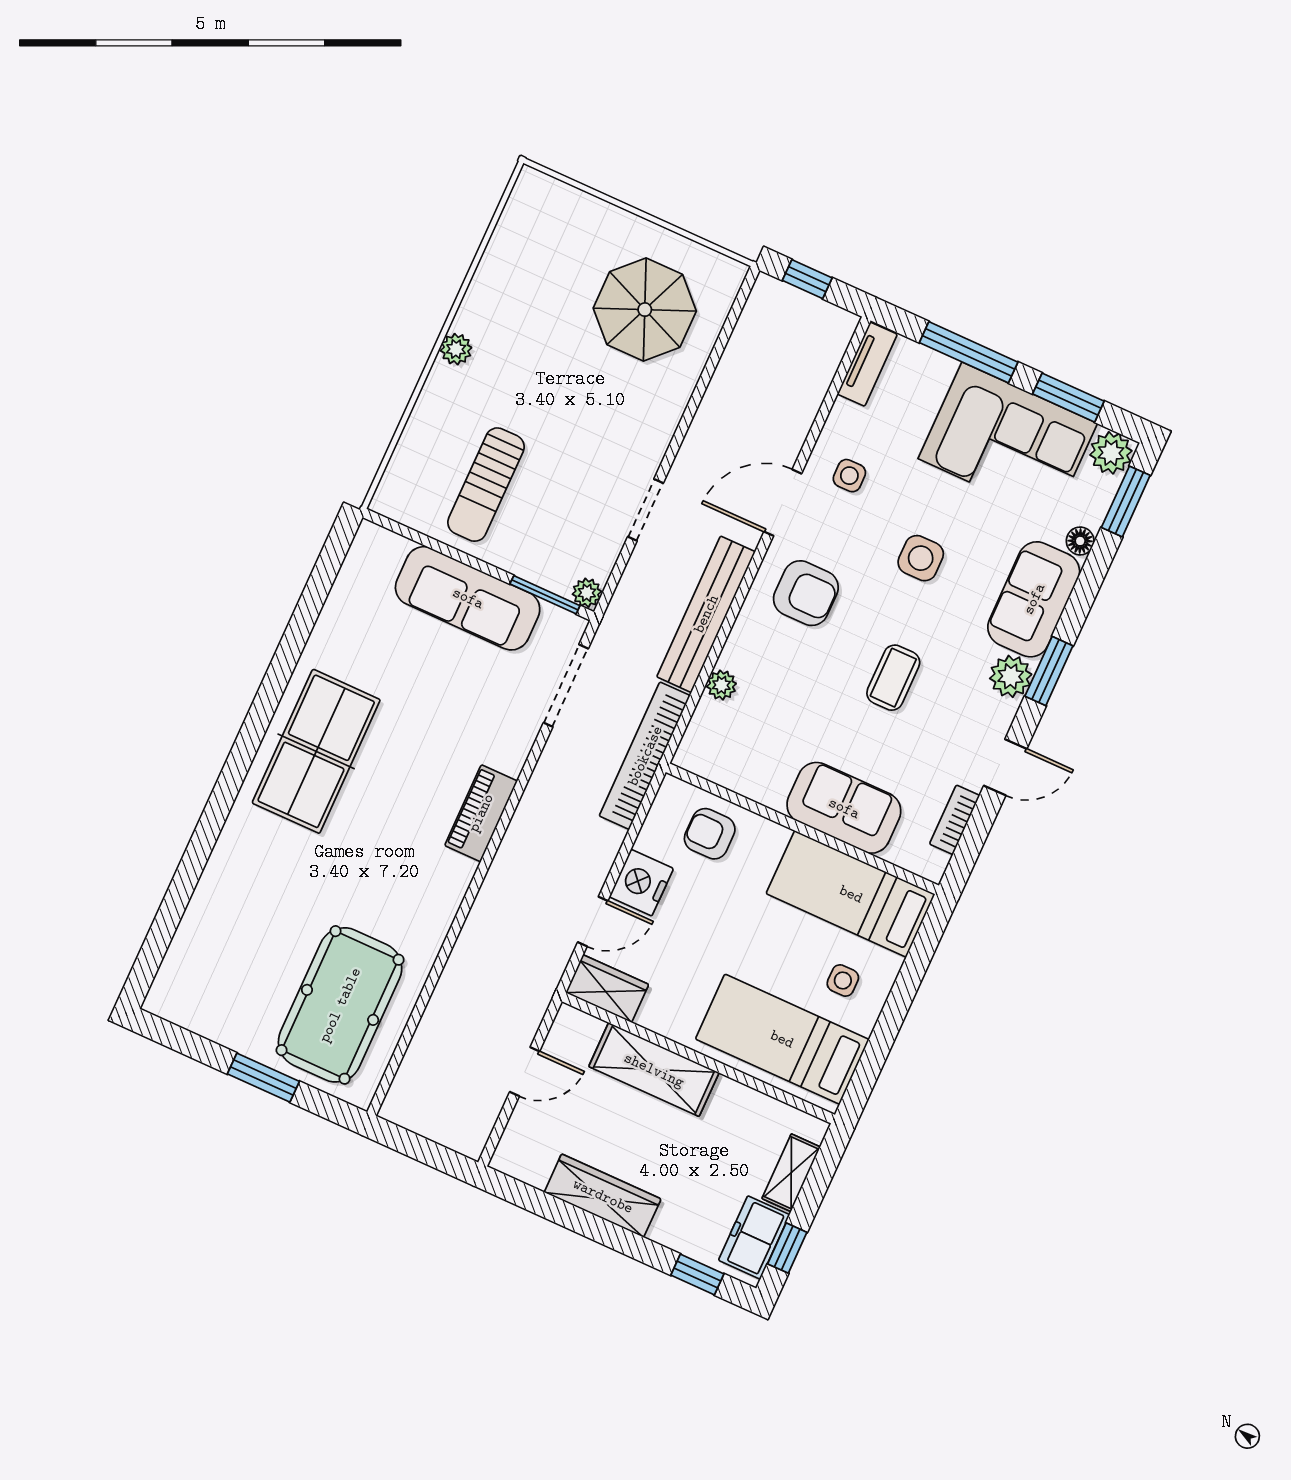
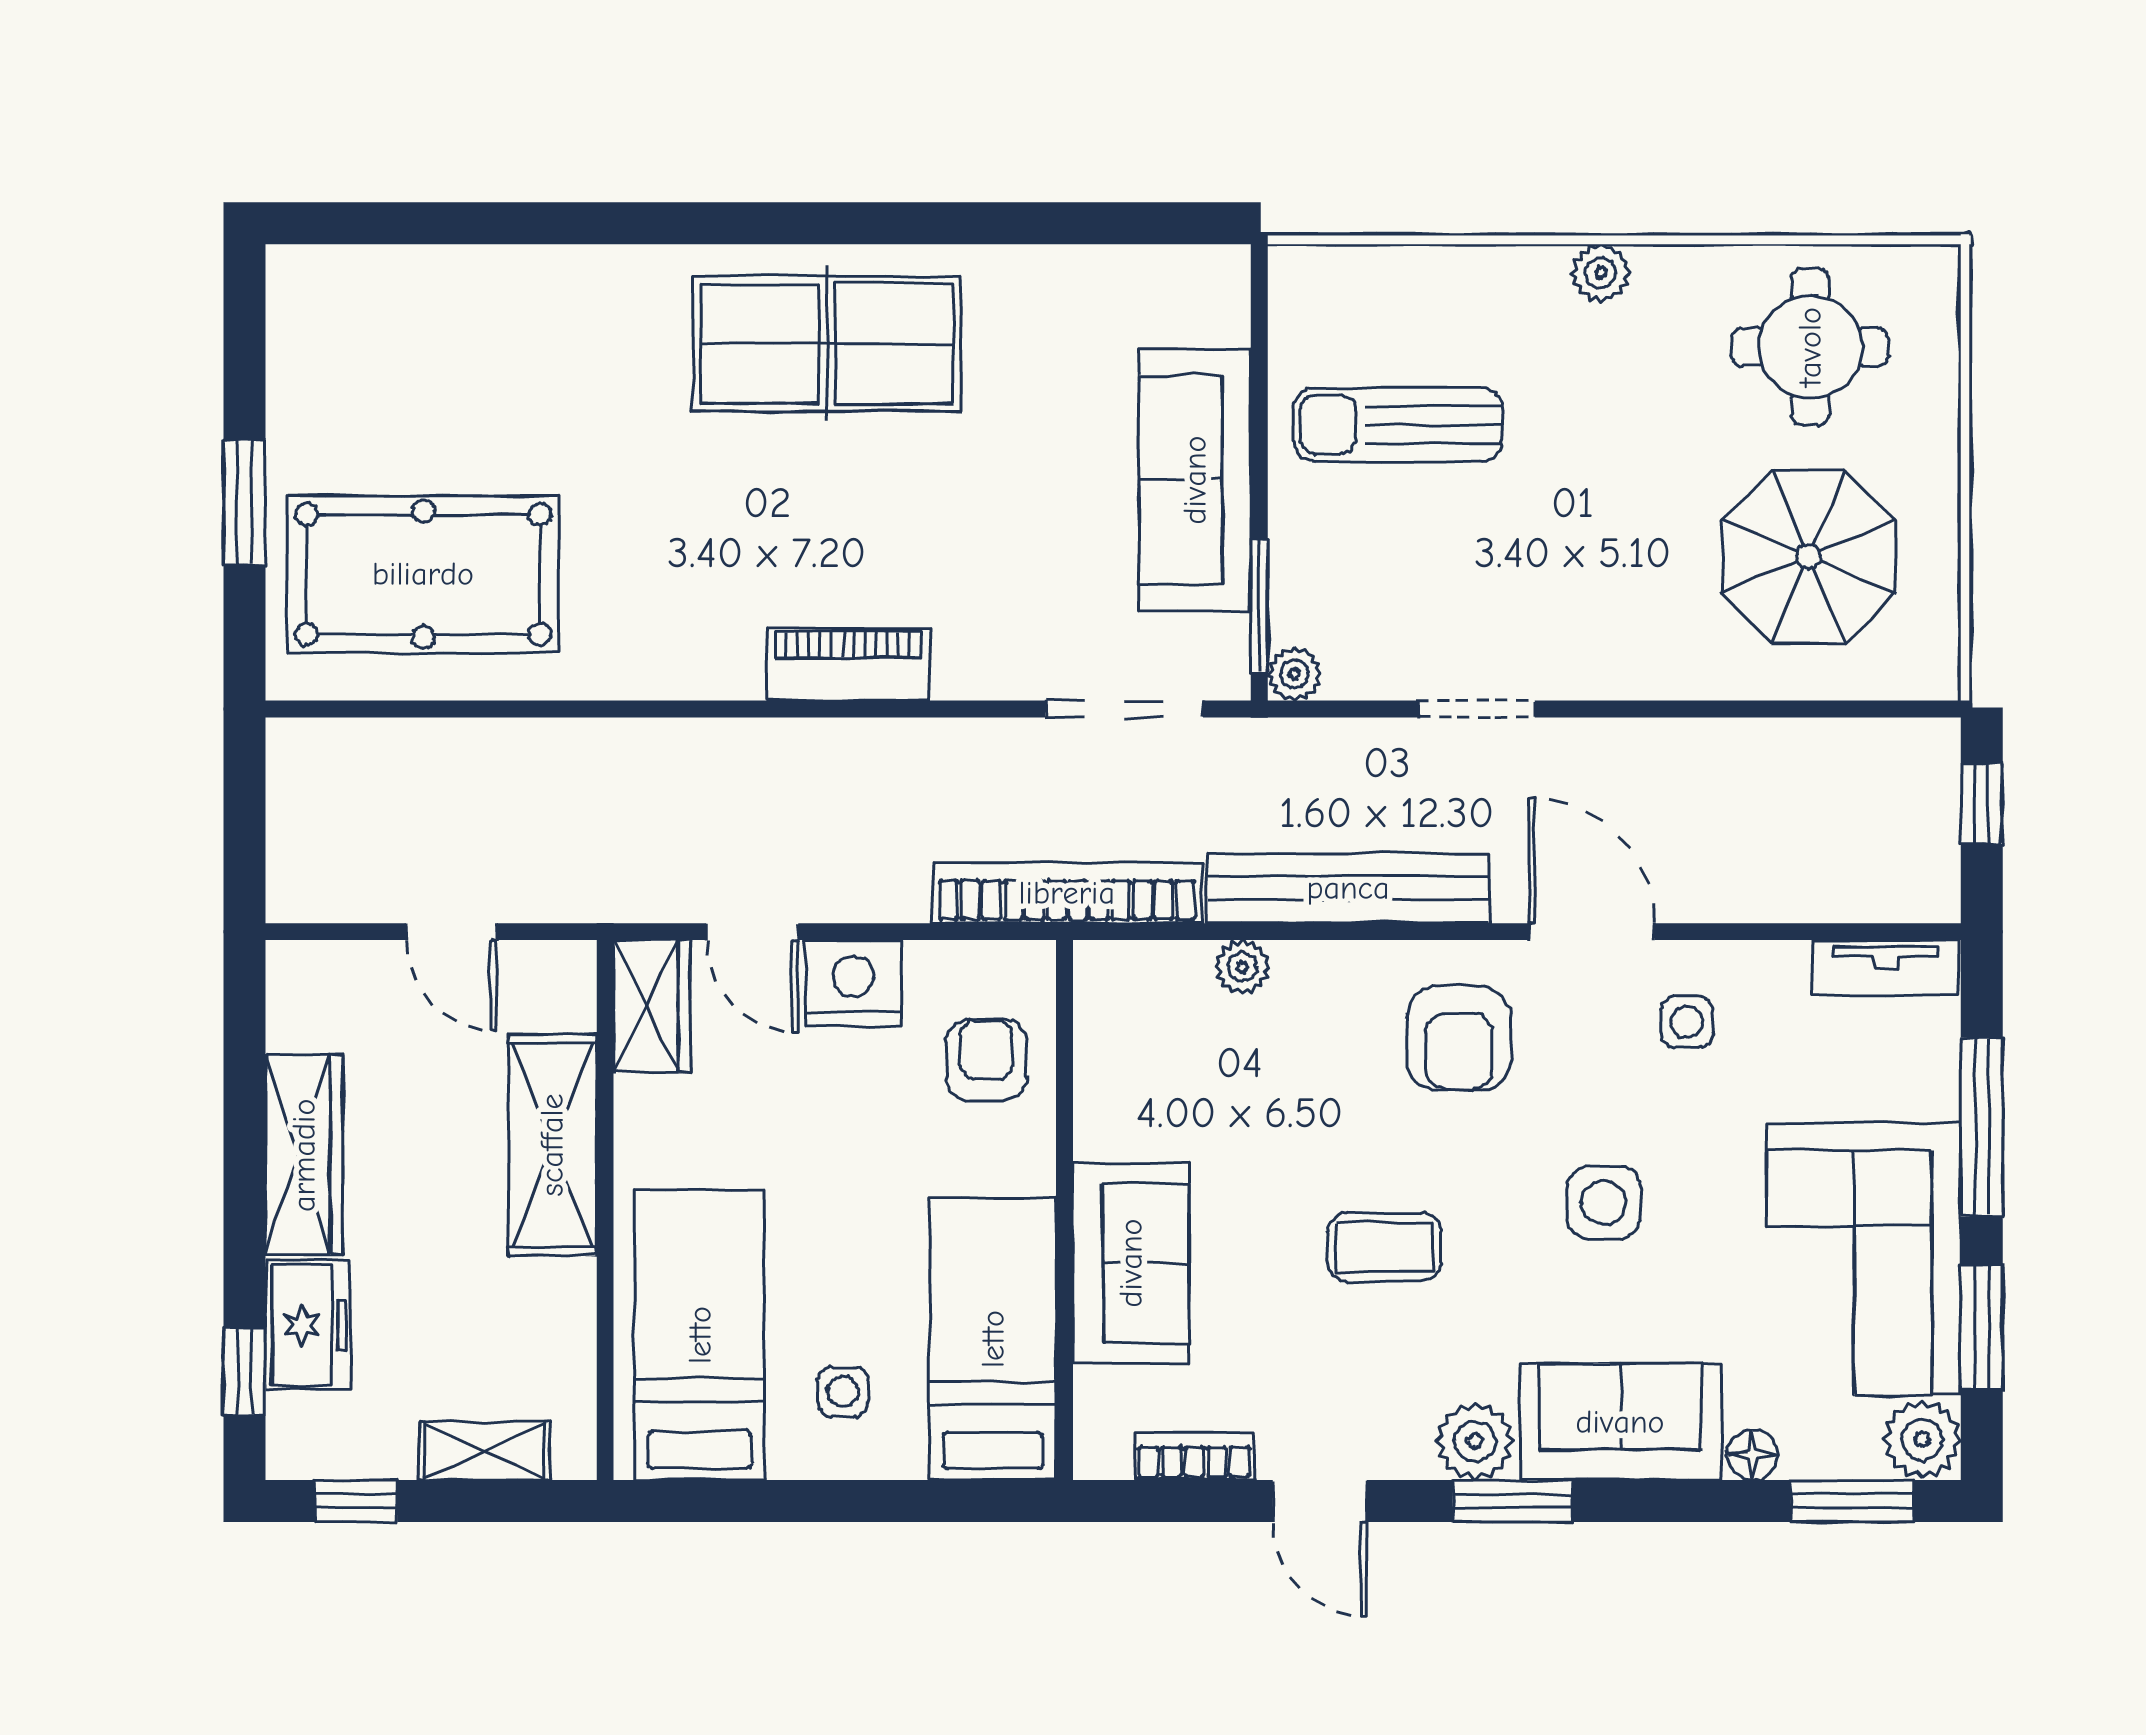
round table: (540, 261) -> (1810, 347), added
freezer: (754, 1237) -> (308, 1325), moved, turned 90

